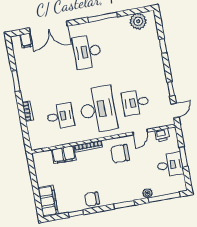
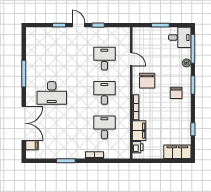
plant: (138, 21) -> (33, 43), removed
desk: (135, 102) -> (104, 59), turned 180
desk: (98, 109) -> (104, 93), width x0.53, depth x0.77
door: (175, 111) -> (78, 25), moved
printer: (162, 135) -> (138, 147), moved
desk: (170, 165) -> (180, 37), moved, turned 90
chair: (92, 199) -> (176, 93), moved

